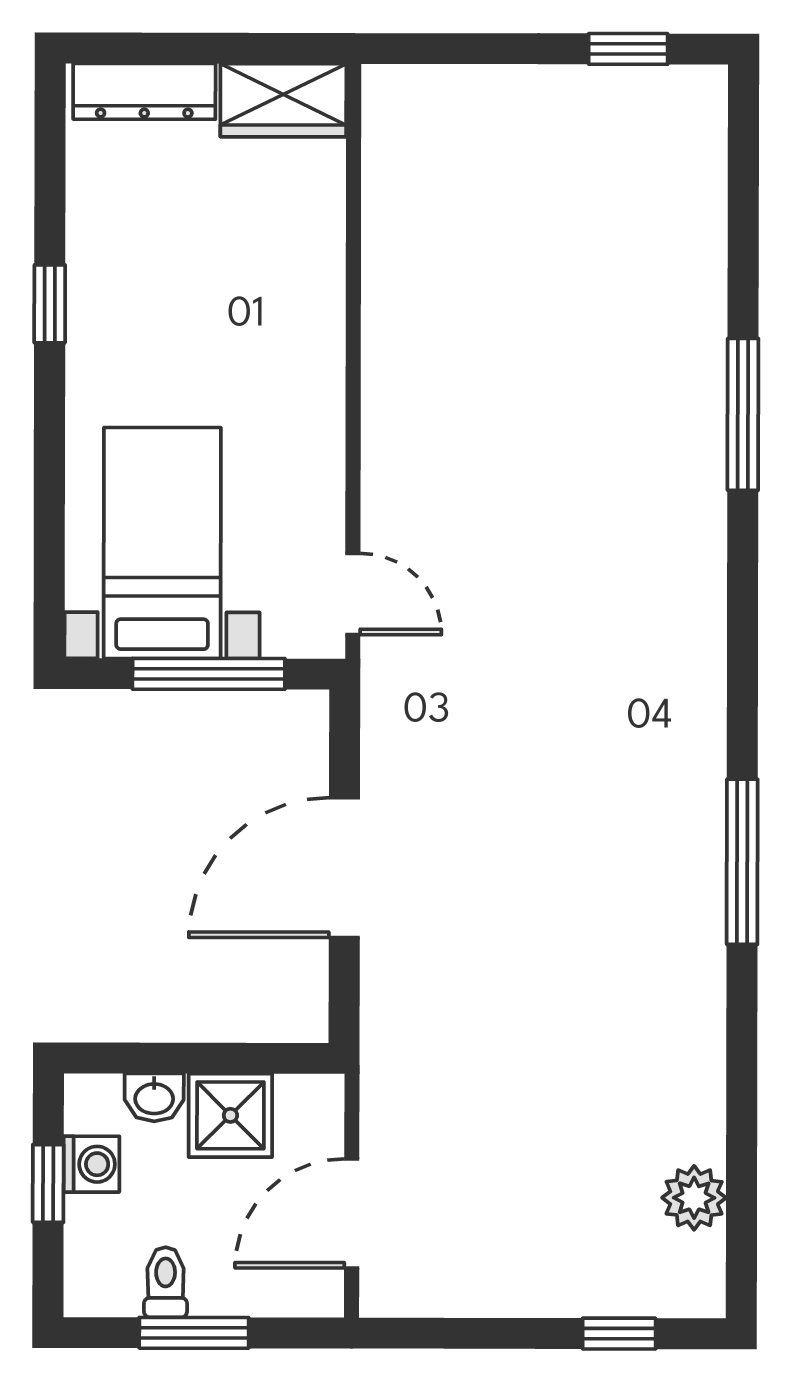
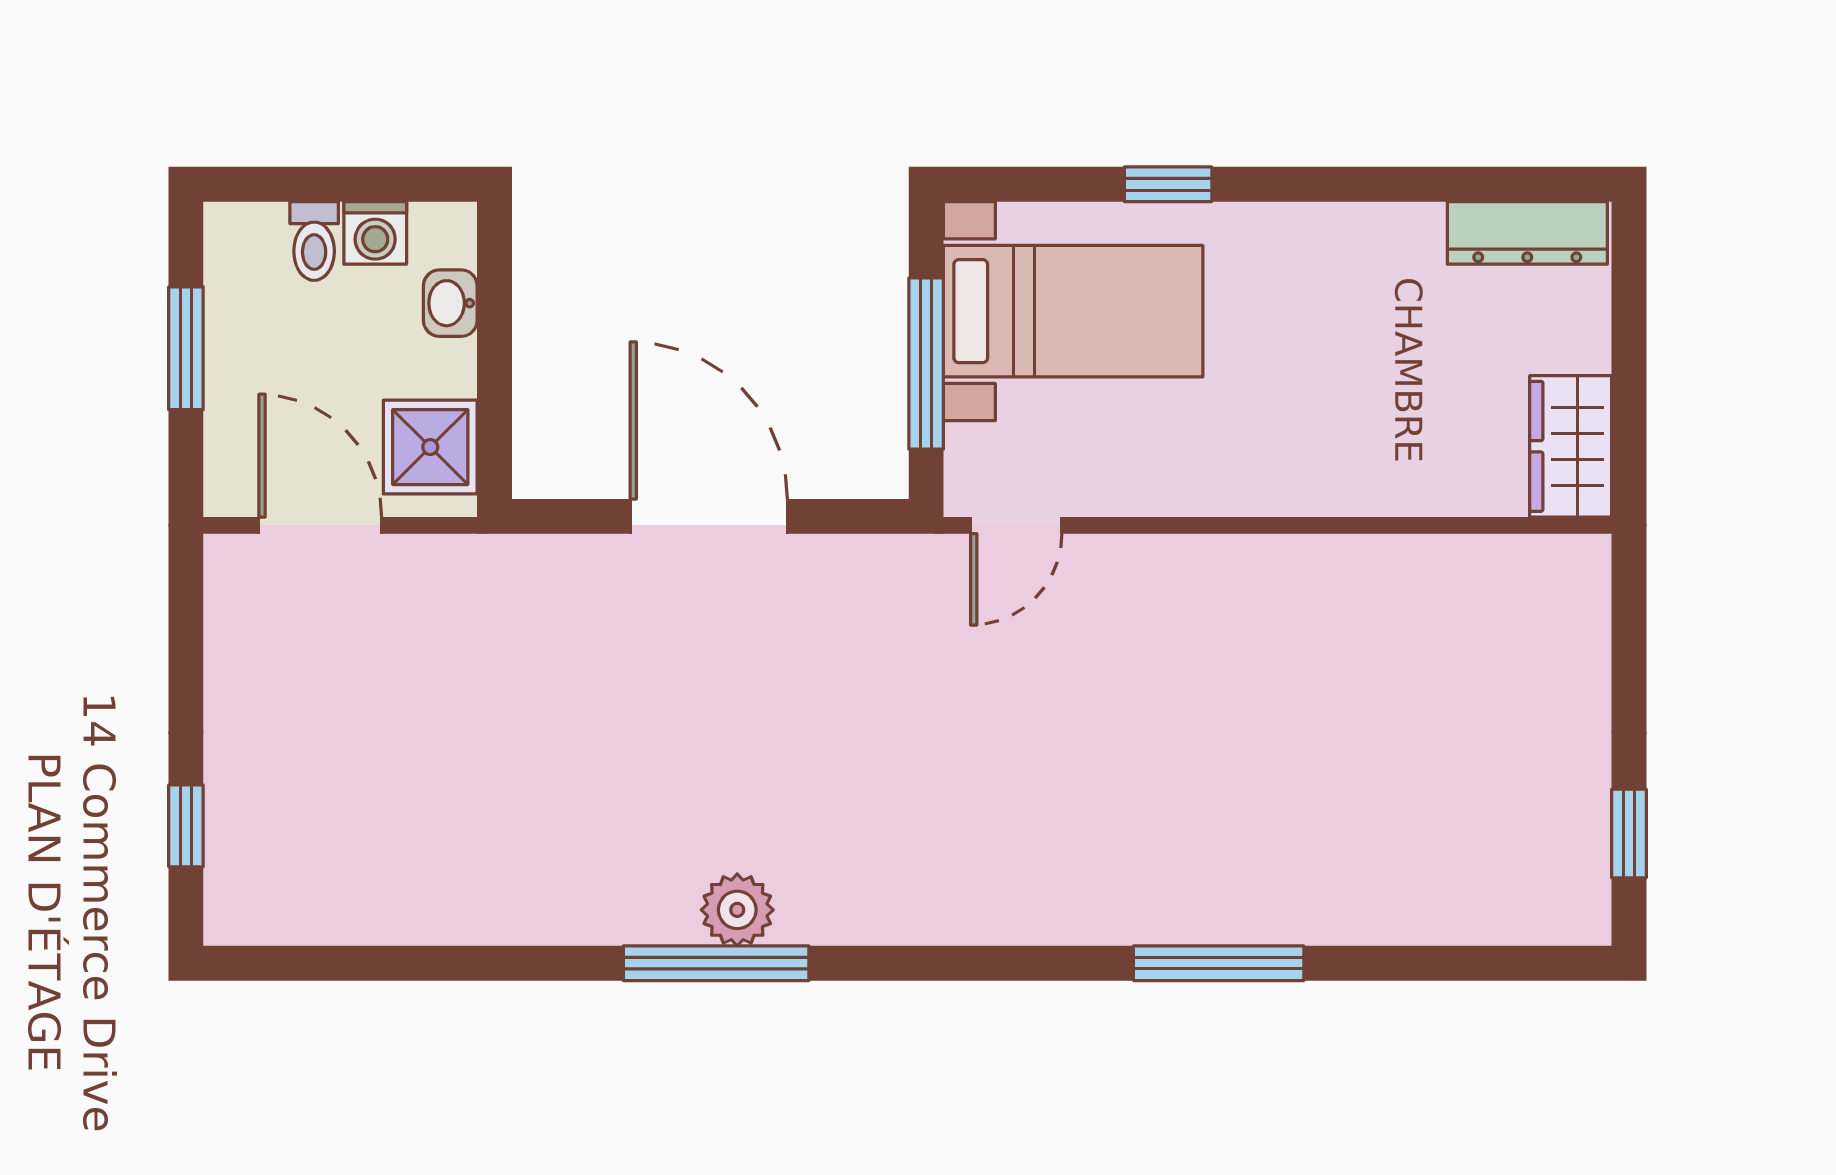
dresser: (144, 91) -> (1527, 233), moved, turned -90
window: (50, 304) -> (1168, 184), moved
shower: (230, 1115) -> (430, 447), moved
window: (48, 1183) -> (353, 184), removed
plant: (694, 1198) -> (737, 910), moved
toilet: (166, 1282) -> (314, 241), moved, turned 90

